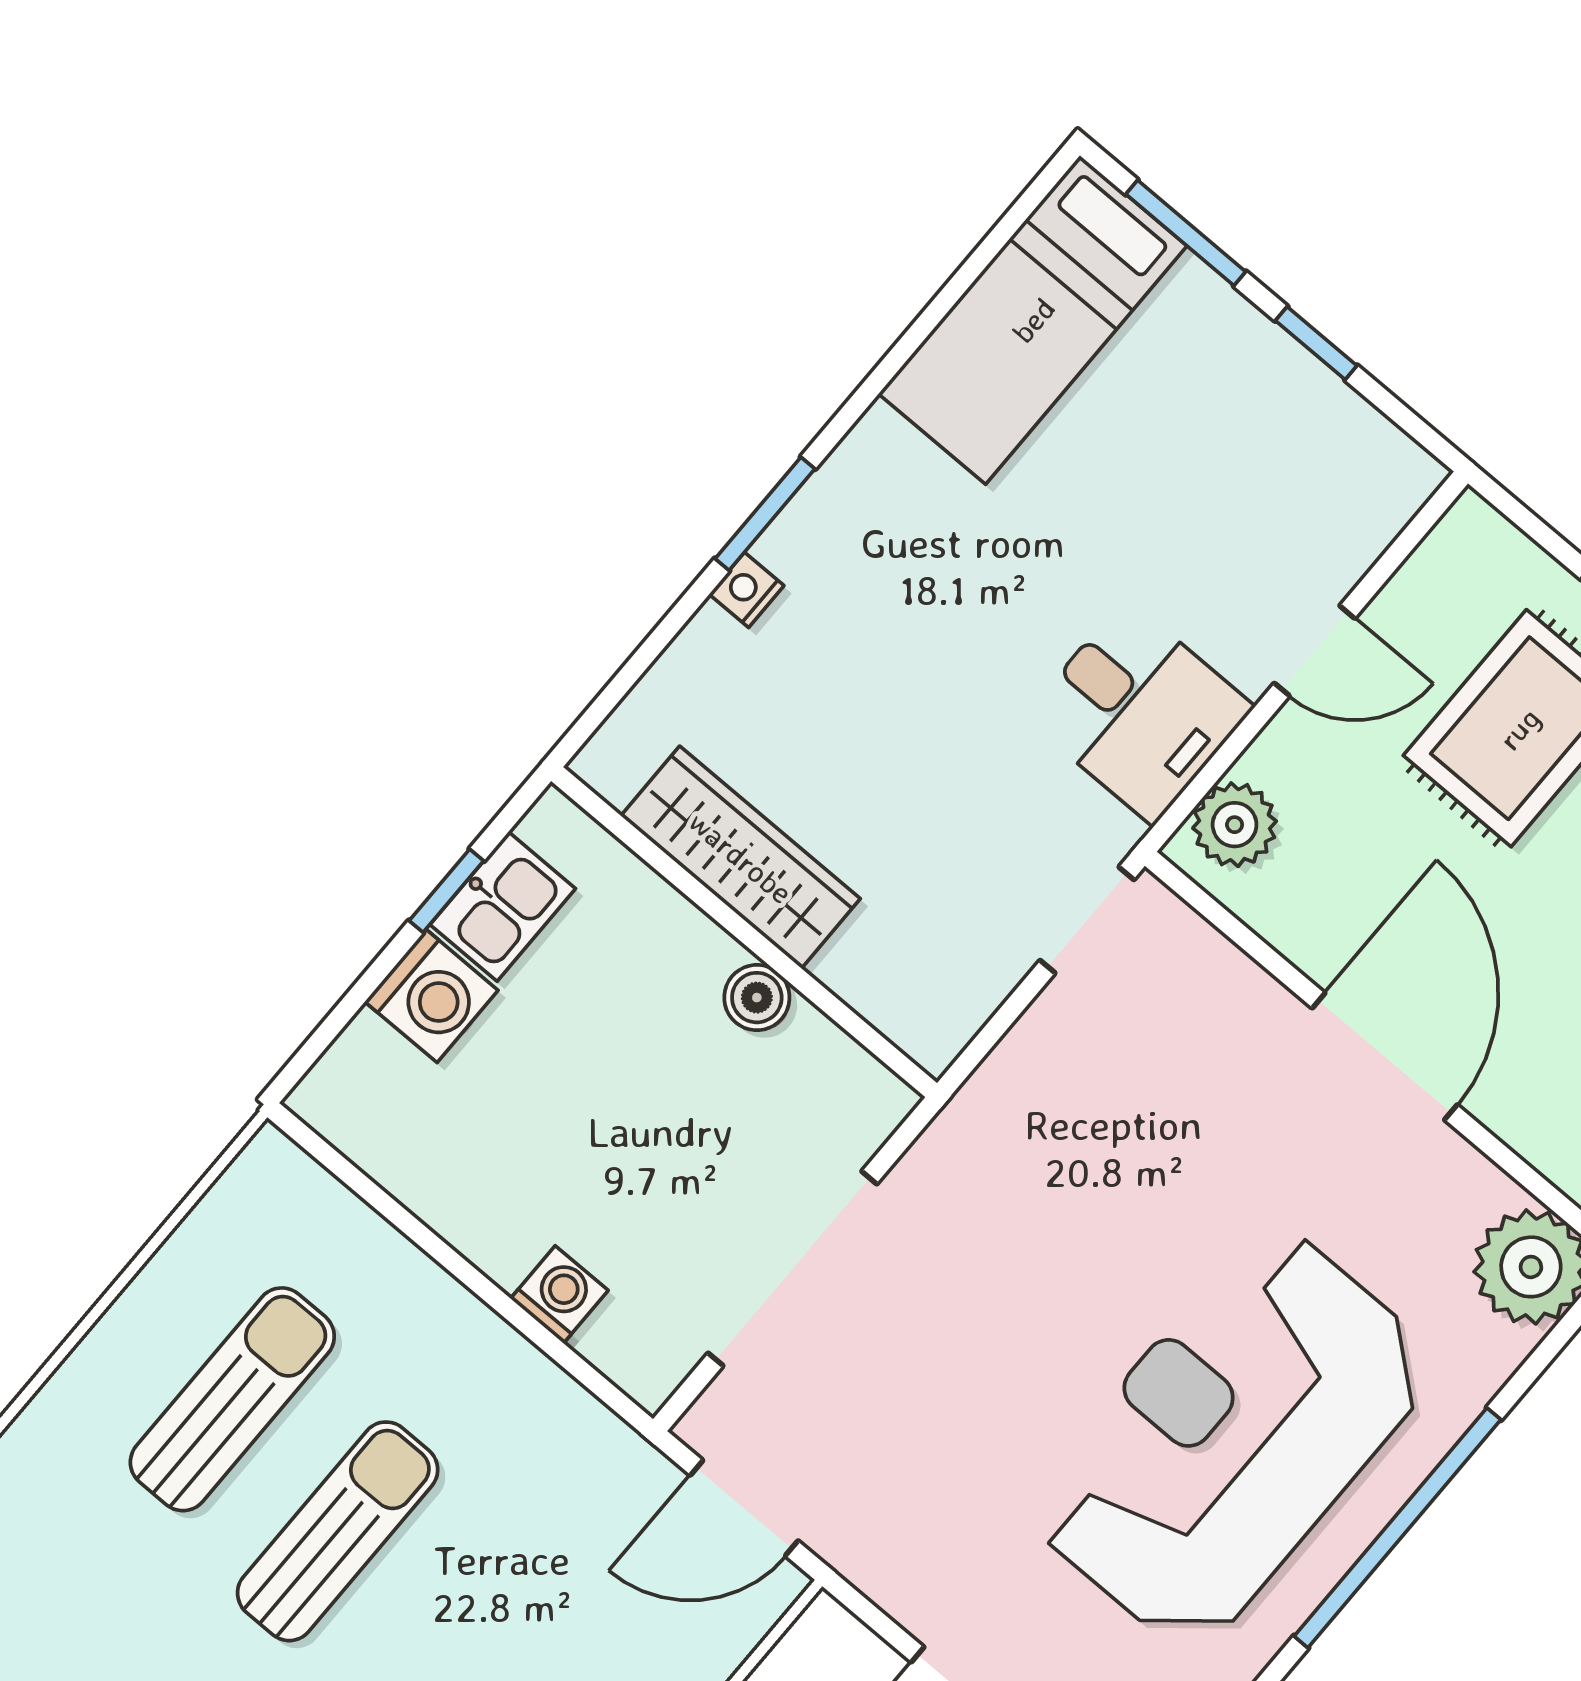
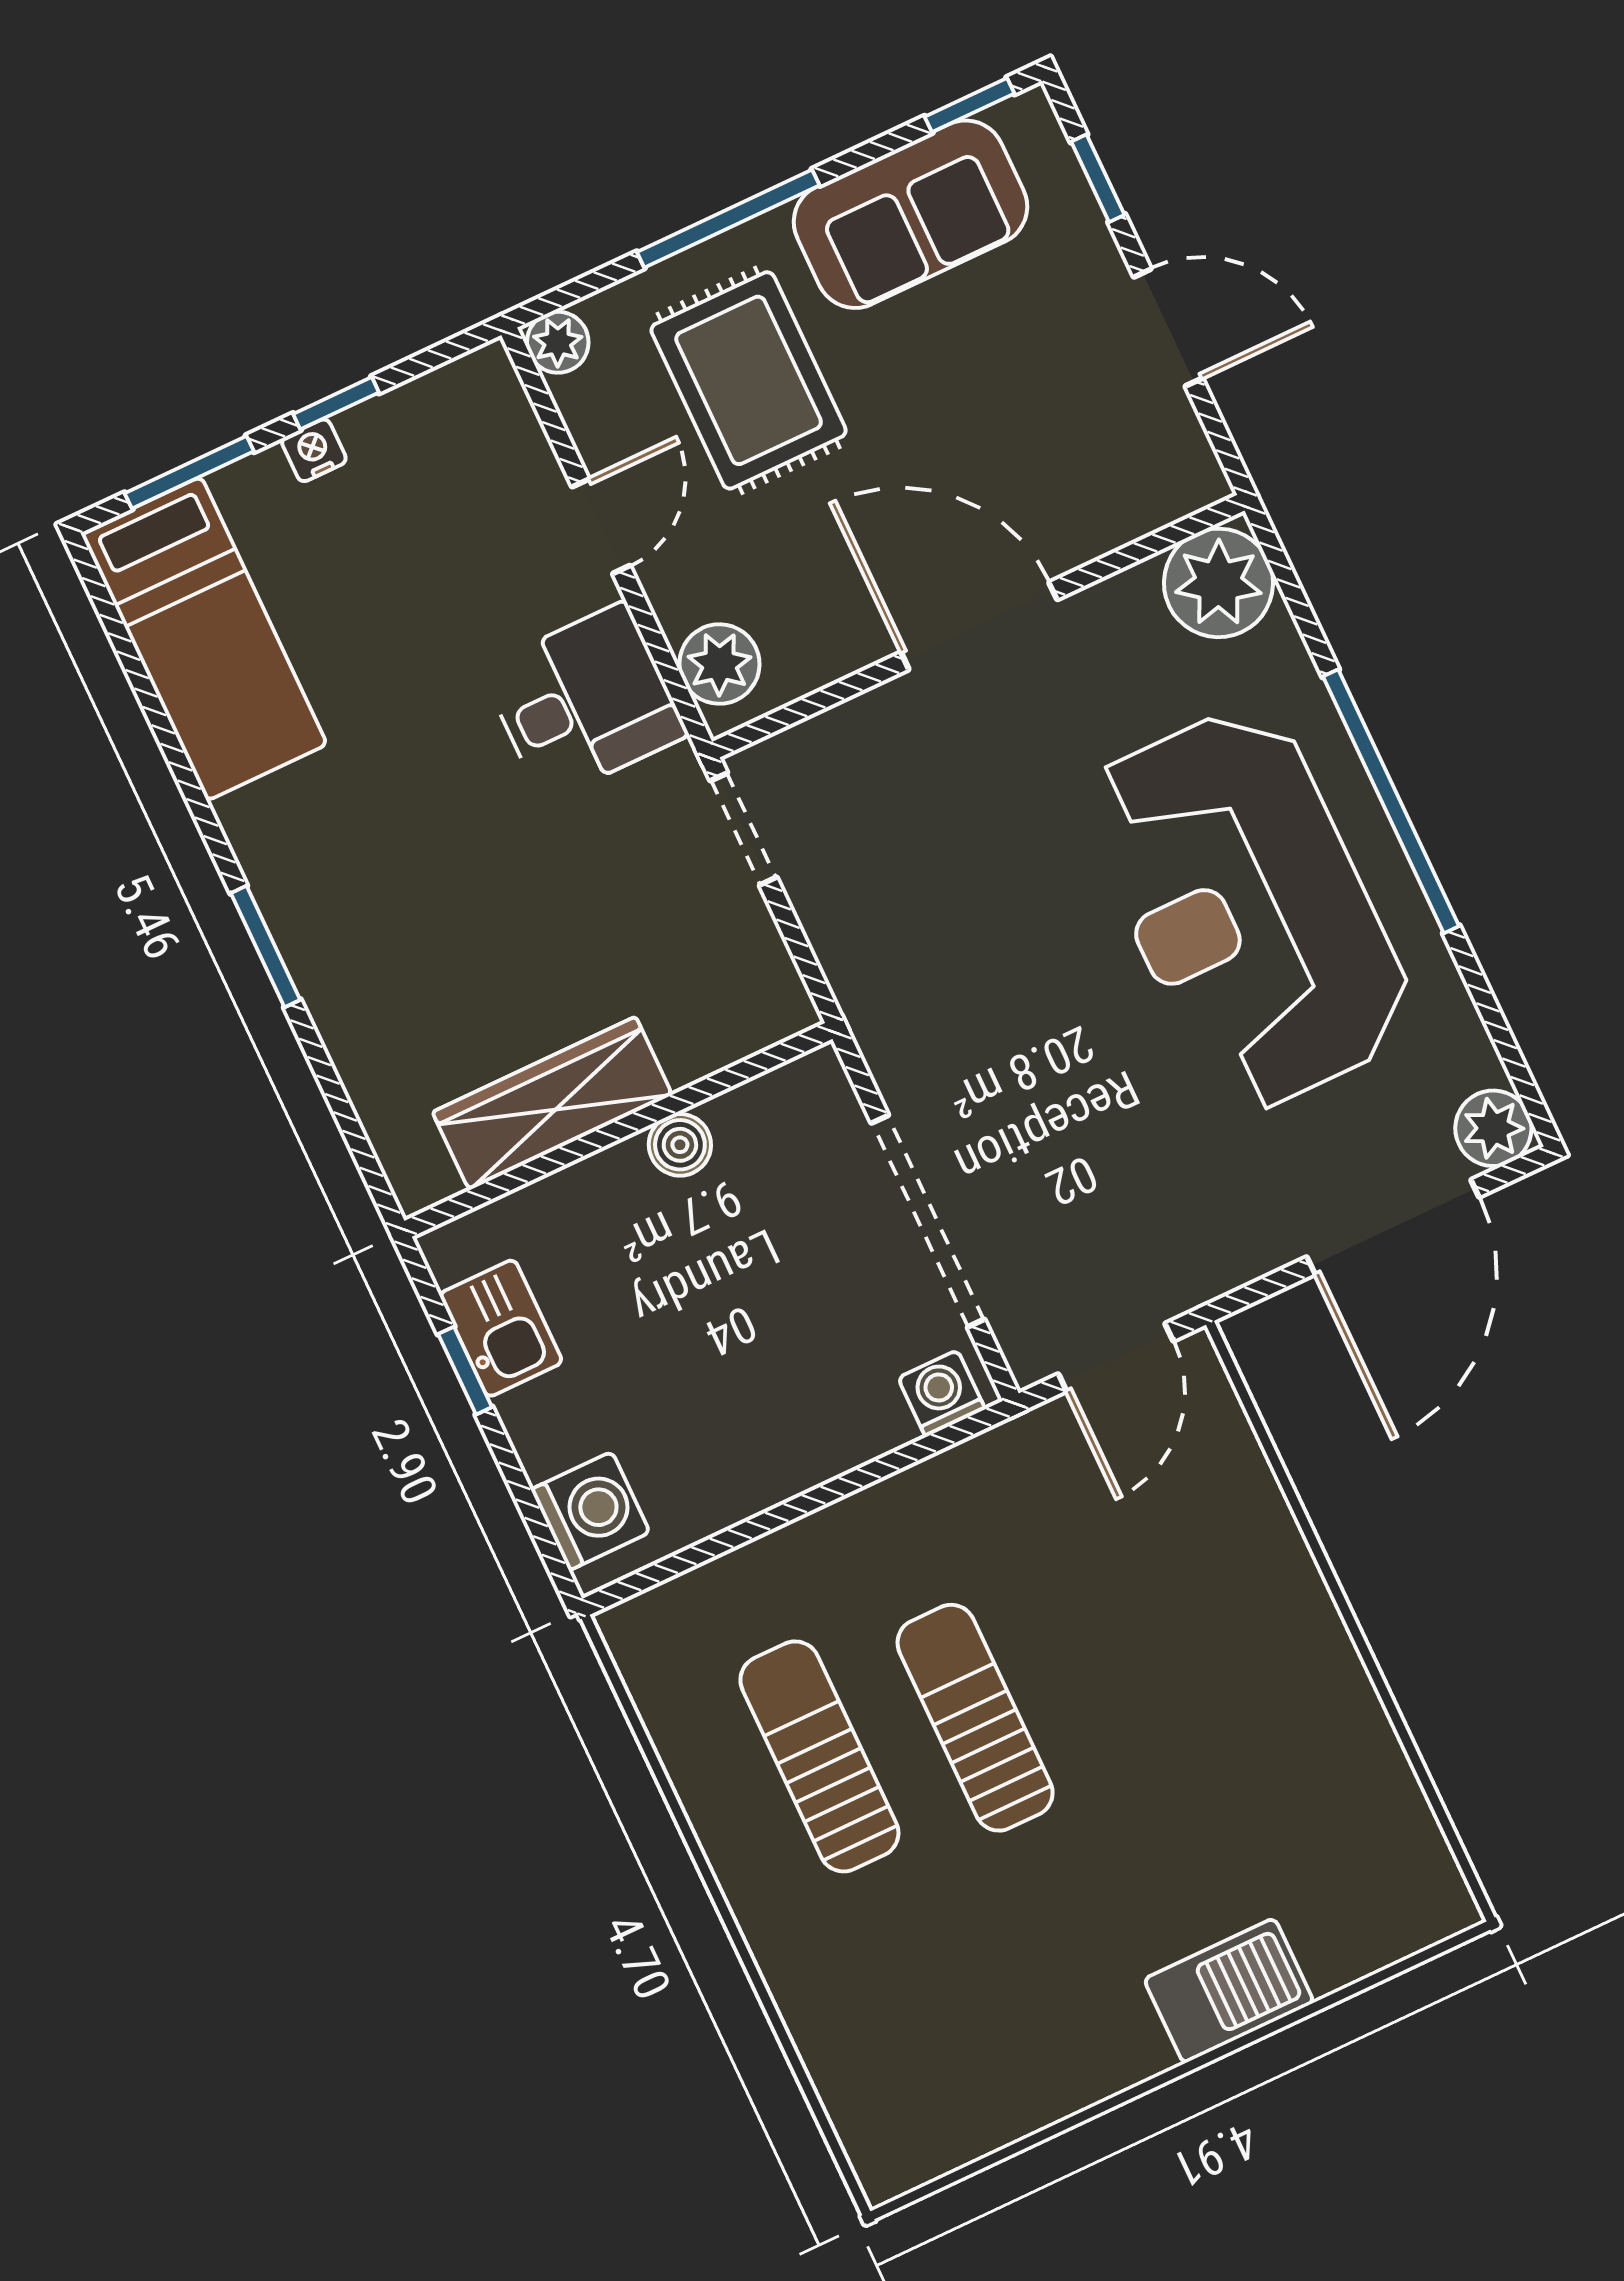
plant: (1472, 529) -> (558, 342), added
nightstand: (747, 590) -> (314, 450), moved, turned 90
washing machine: (431, 996) -> (590, 1511), moved
washing machine: (559, 1295) -> (942, 1393), moved

